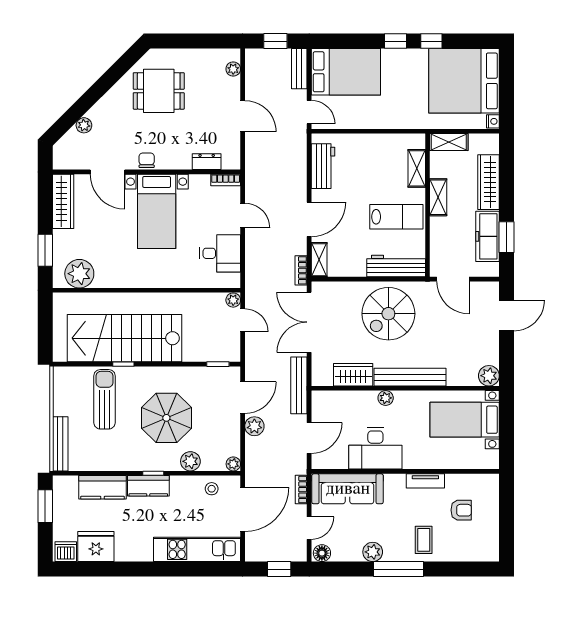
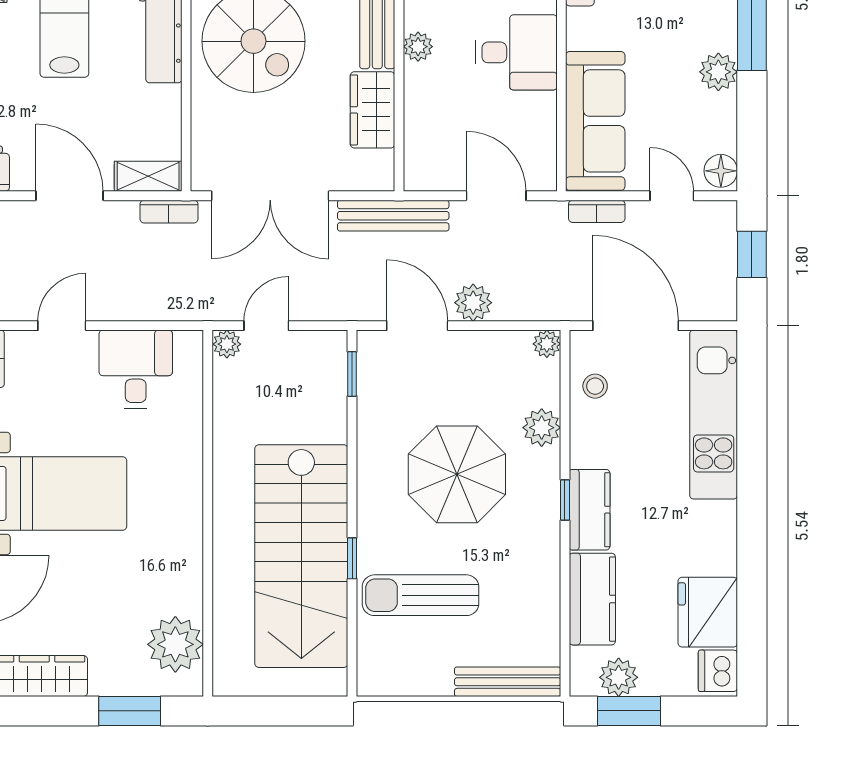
desk: (375, 448) -> (516, 52), width x0.73
plant: (62, 501) -> (619, 677), added

